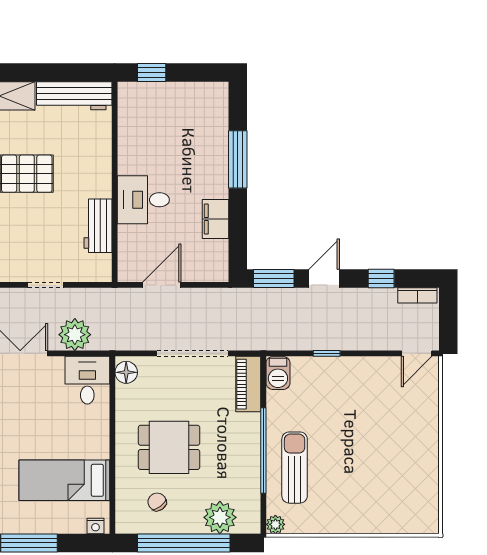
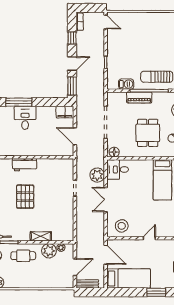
desk: (143, 200) -> (25, 118), moved, turned 180
filing cabinet: (215, 219) -> (65, 112), moved
workbench: (98, 226) -> (25, 165), moved
door: (324, 278) -> (72, 63), swing flipped
barbecue: (278, 373) -> (126, 84), moved
piano: (248, 384) -> (139, 97), moved

